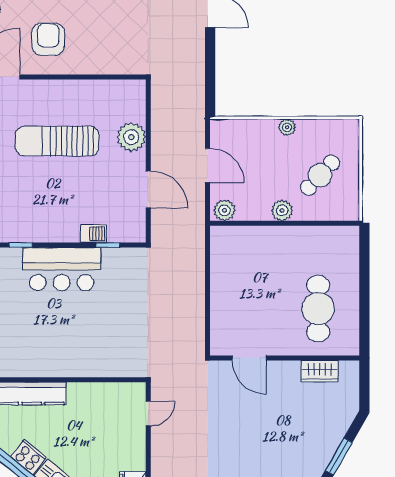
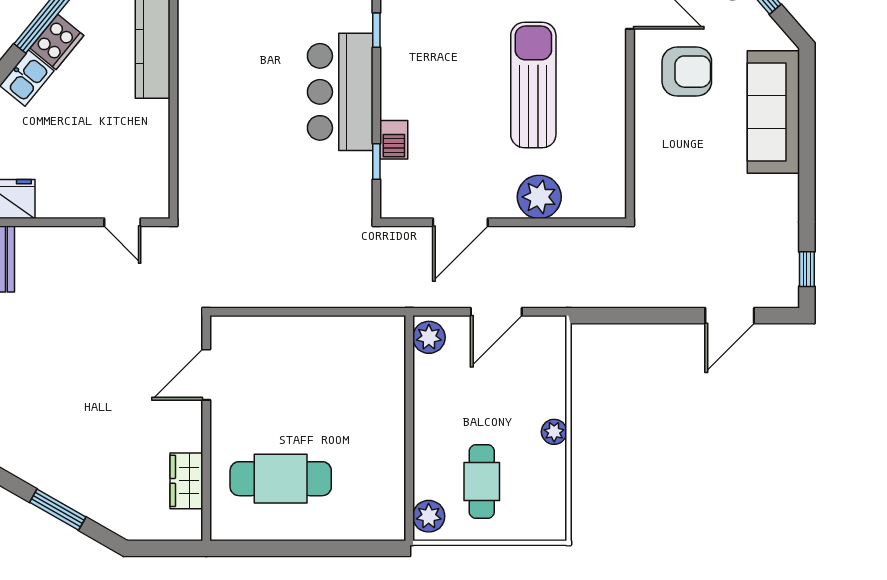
cafe table: (320, 175) -> (482, 482), turned 47
plant: (282, 210) -> (429, 516), moved

